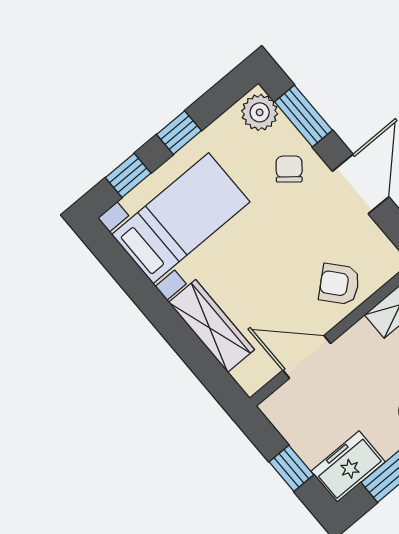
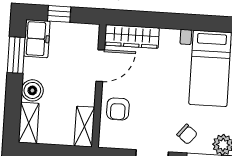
armchair: (339, 284) -> (118, 109), turned 131
wardrobe: (212, 326) -> (132, 36), moved

